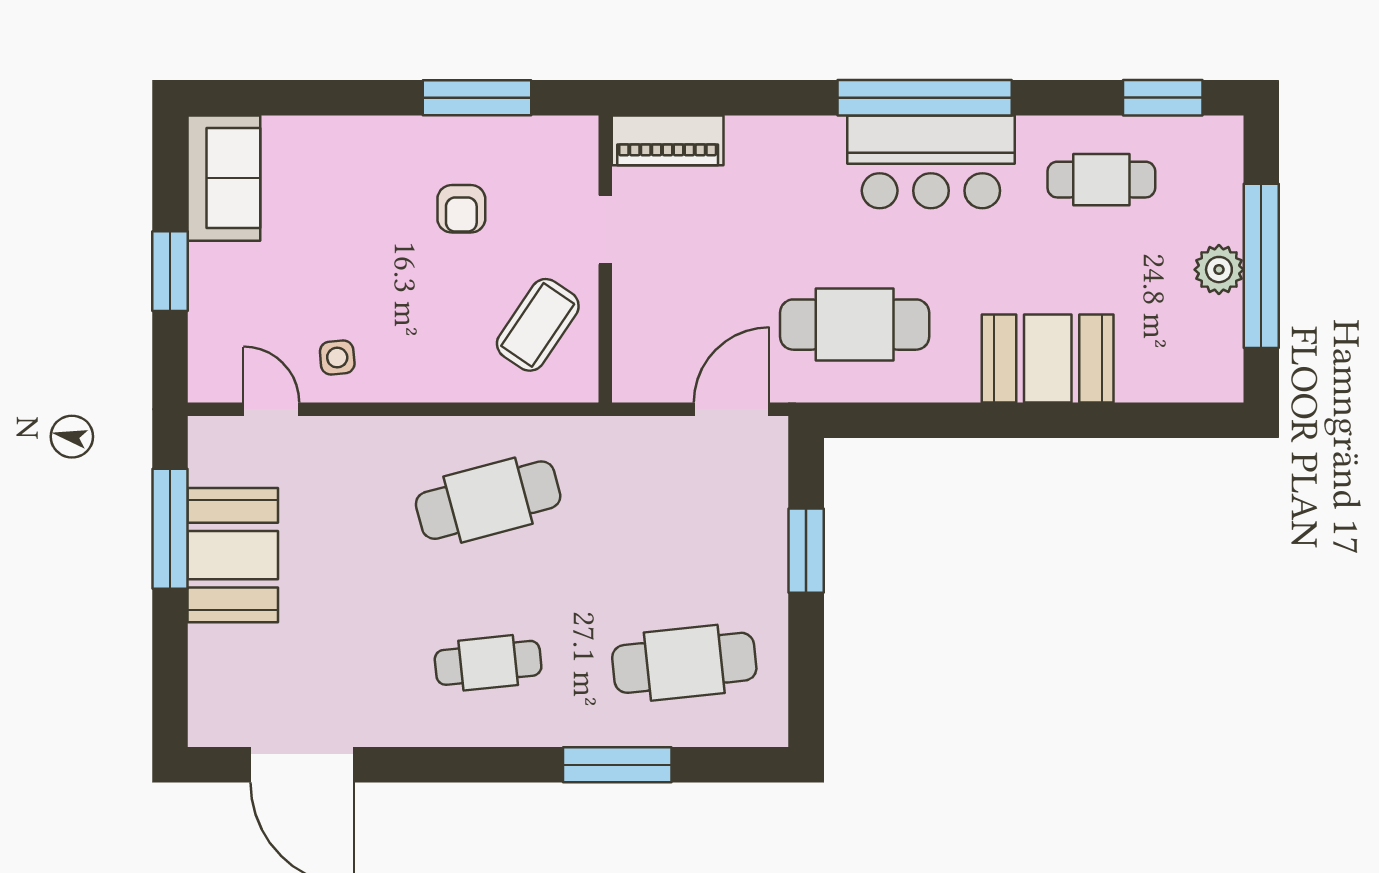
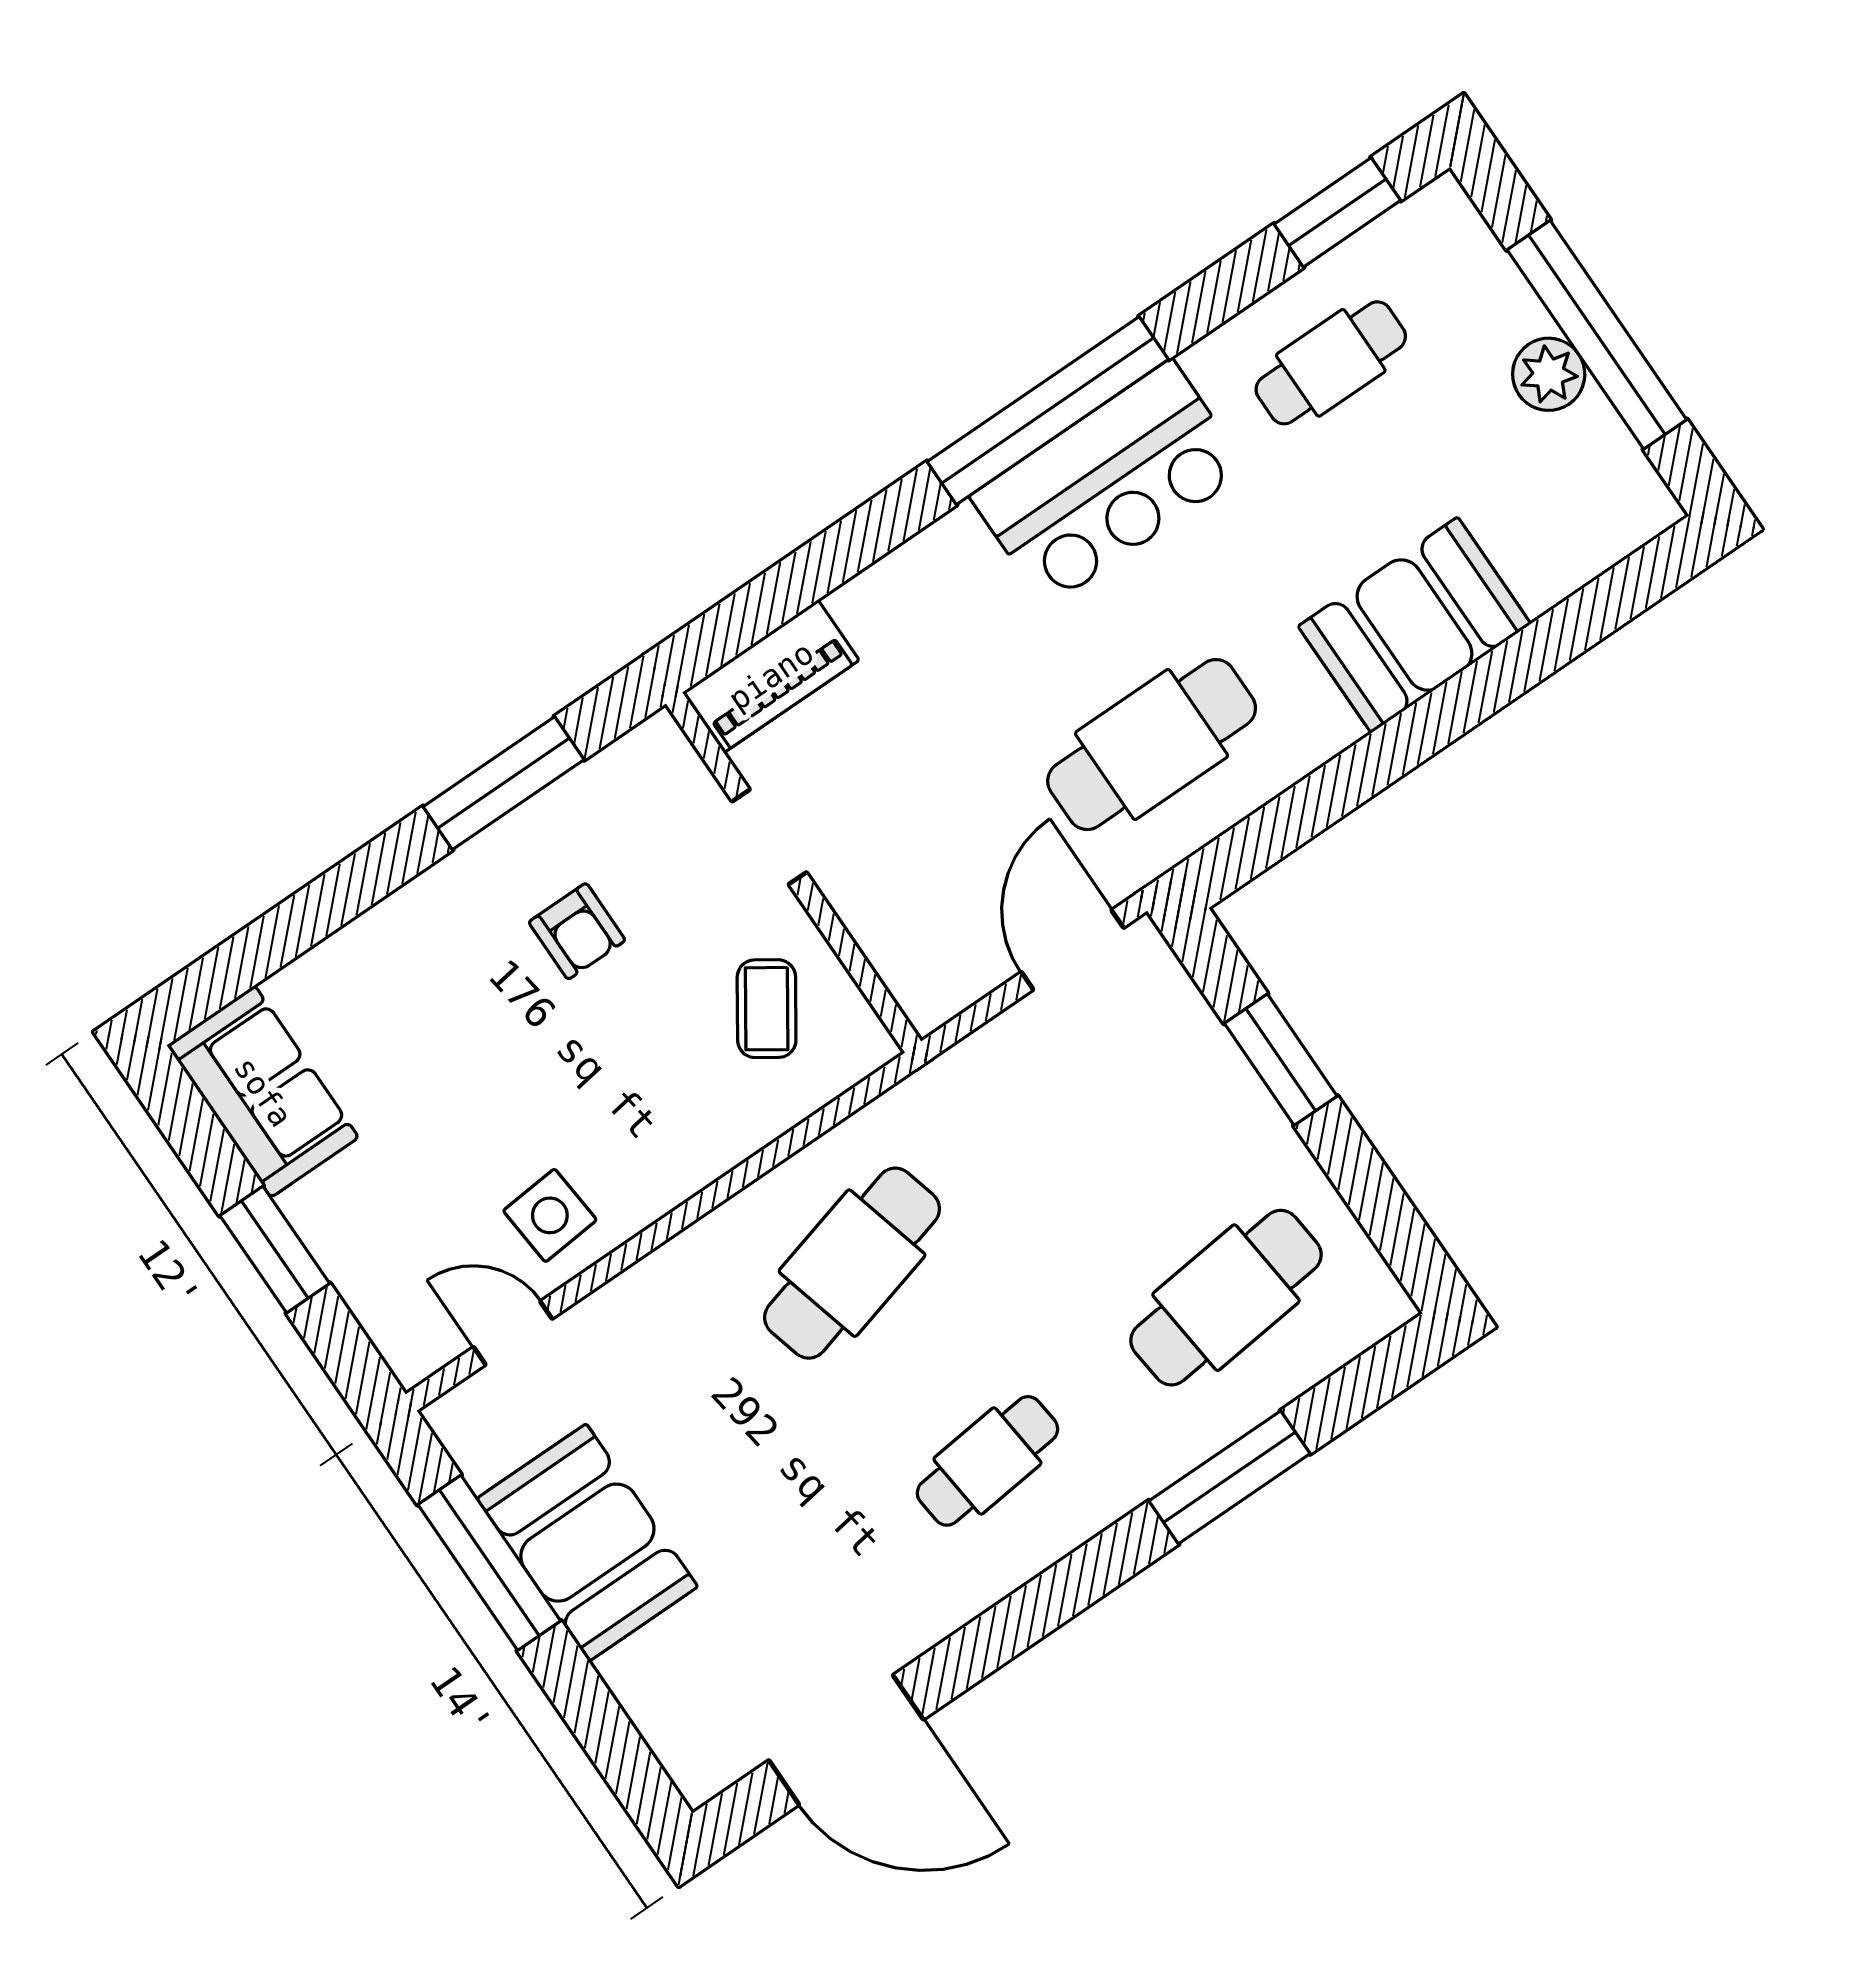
coffee table: (538, 325) -> (767, 1009), width x0.73, depth x0.77
side table: (337, 358) -> (550, 1215), width x1.37, depth x1.37

